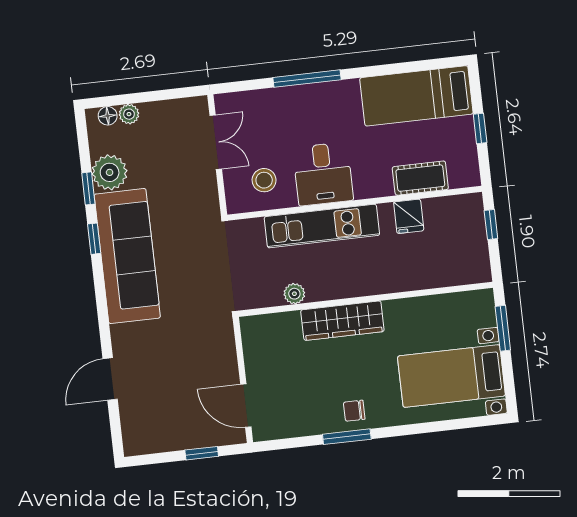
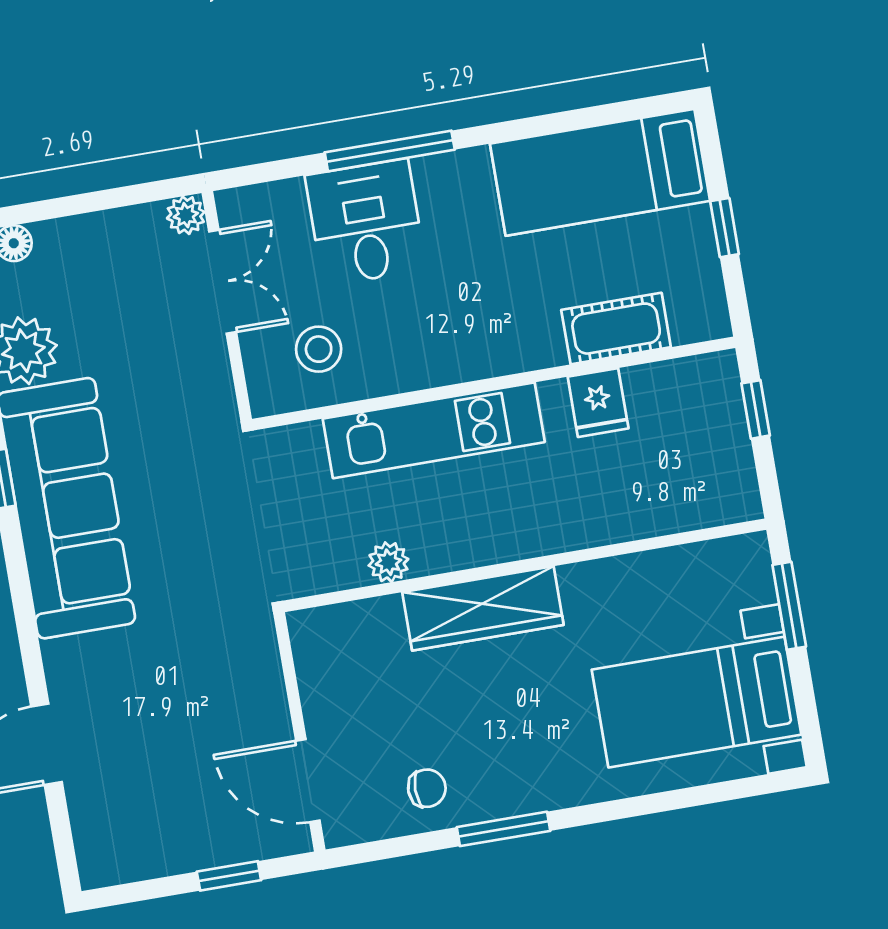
plant: (129, 114) -> (186, 215), moved
desk: (323, 174) -> (366, 222), moved, turned 180
chair: (354, 411) -> (427, 788), moved, turned 180

